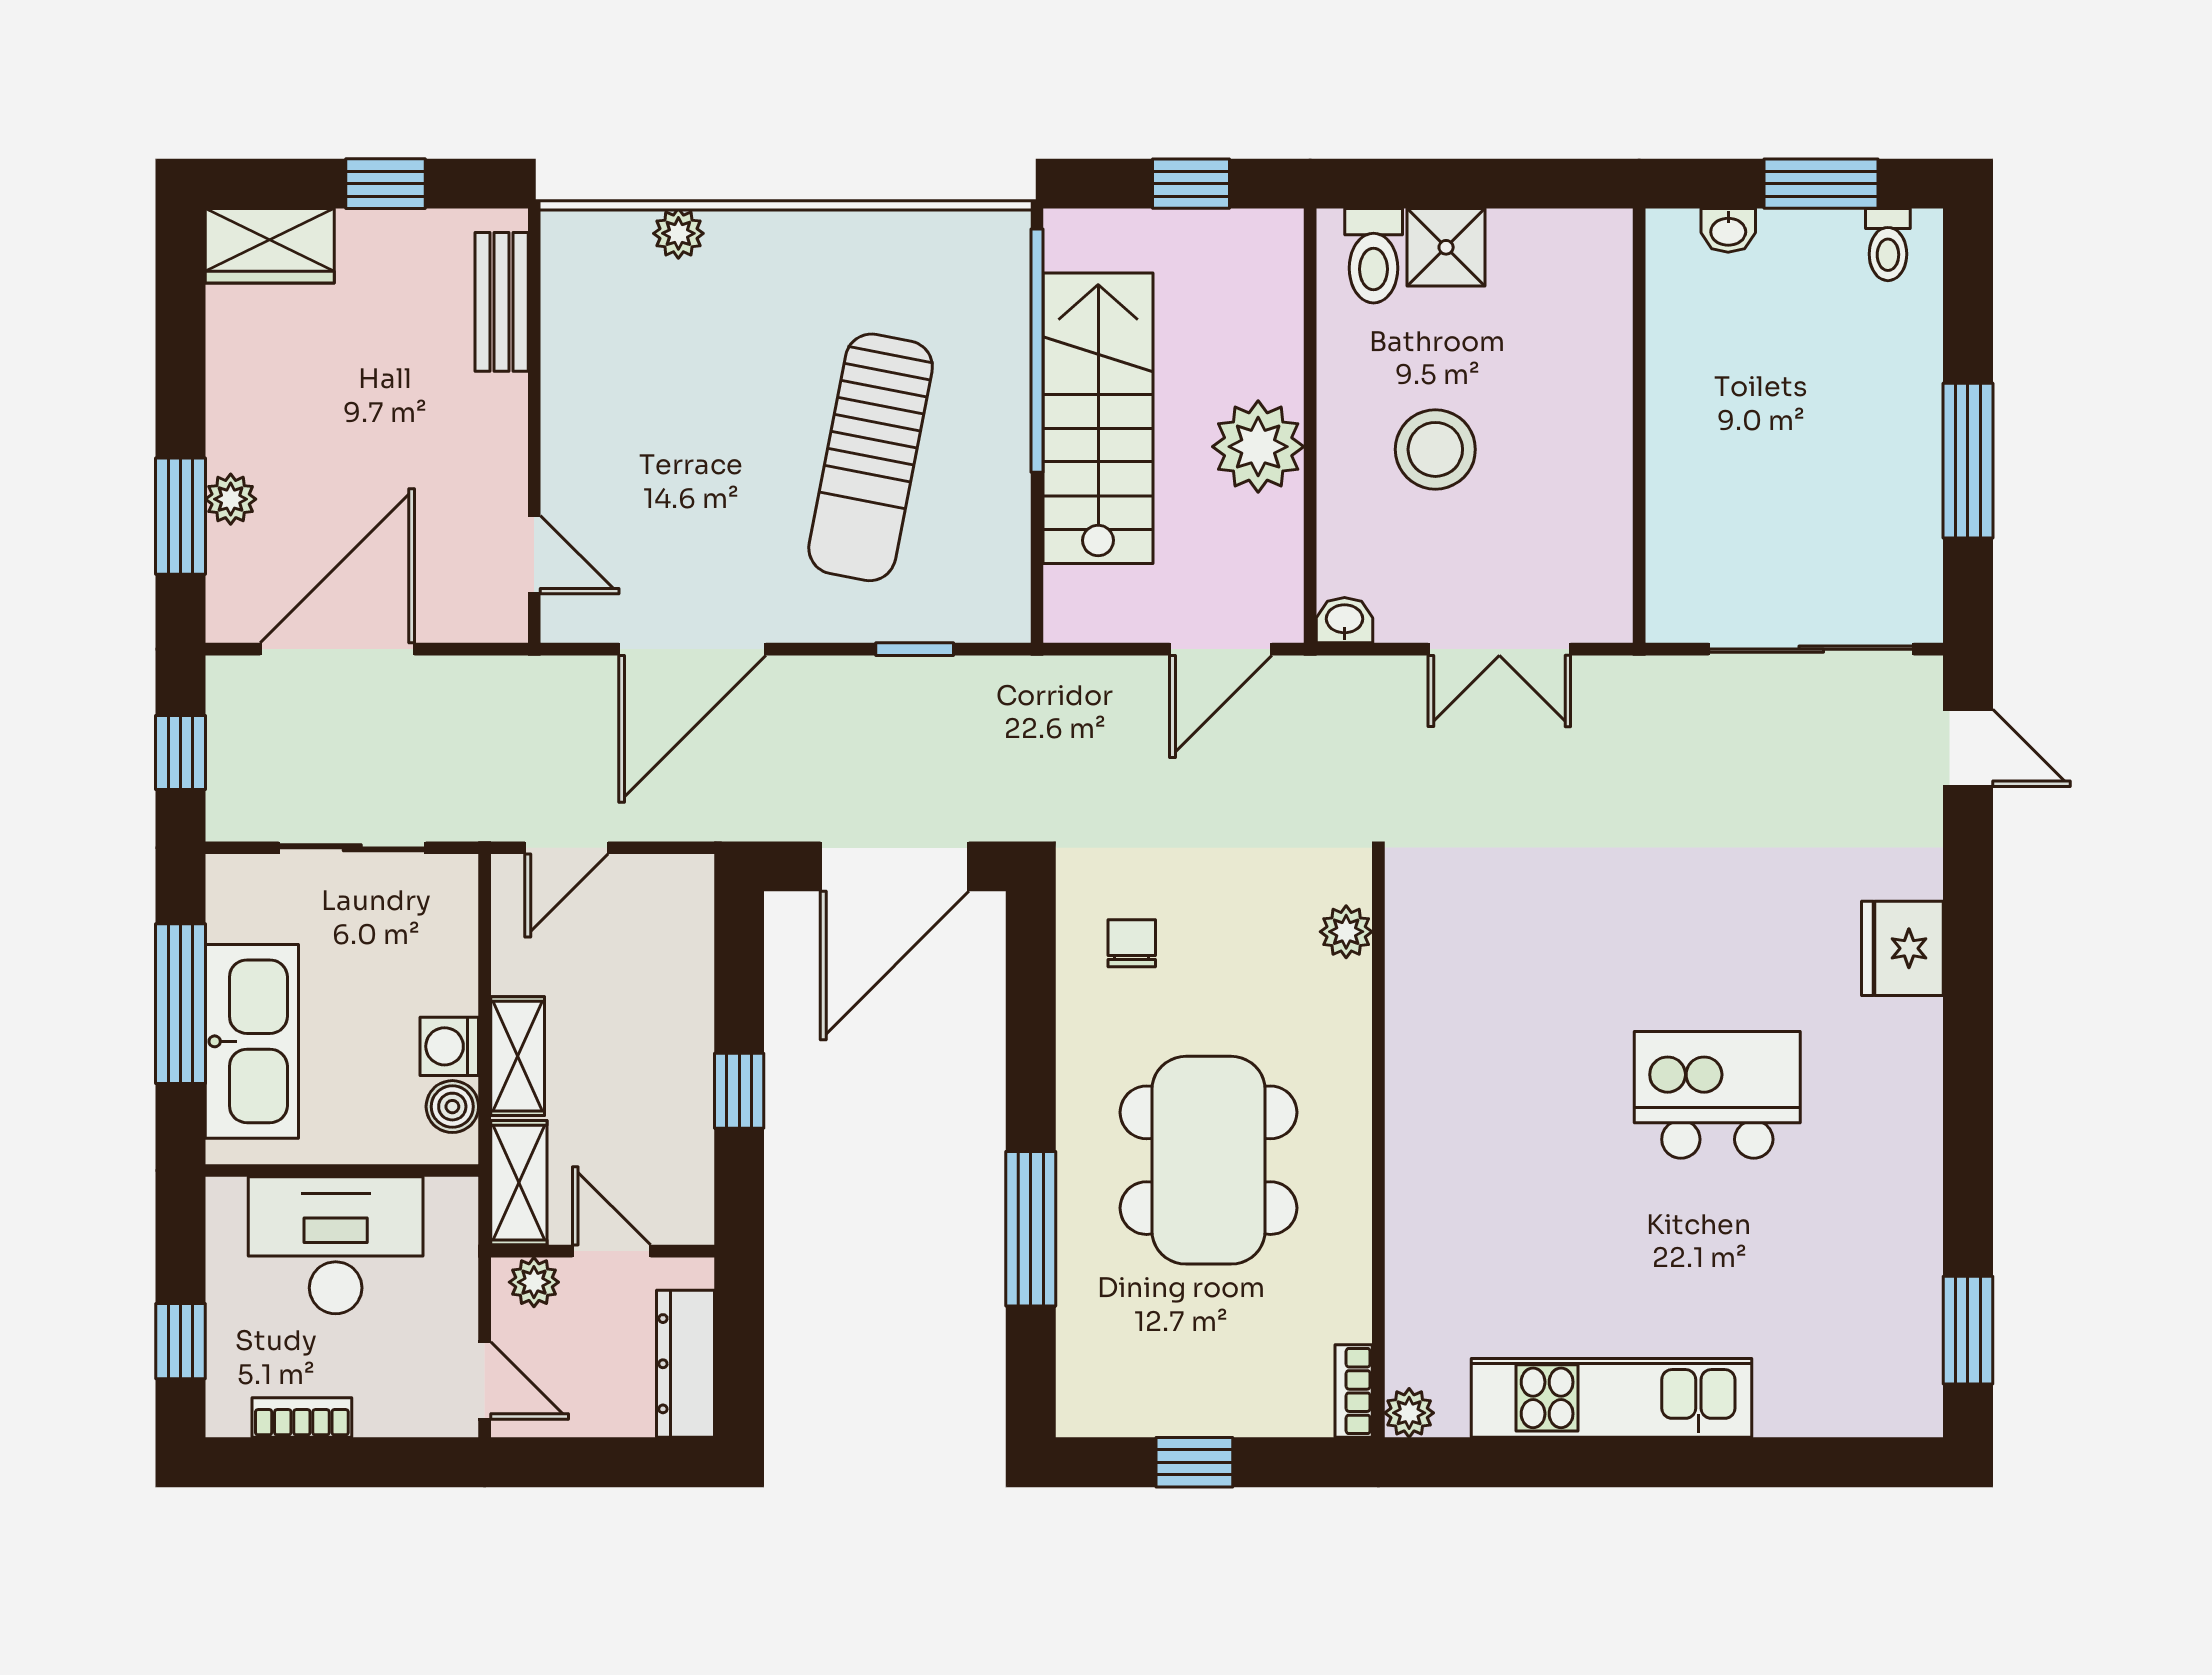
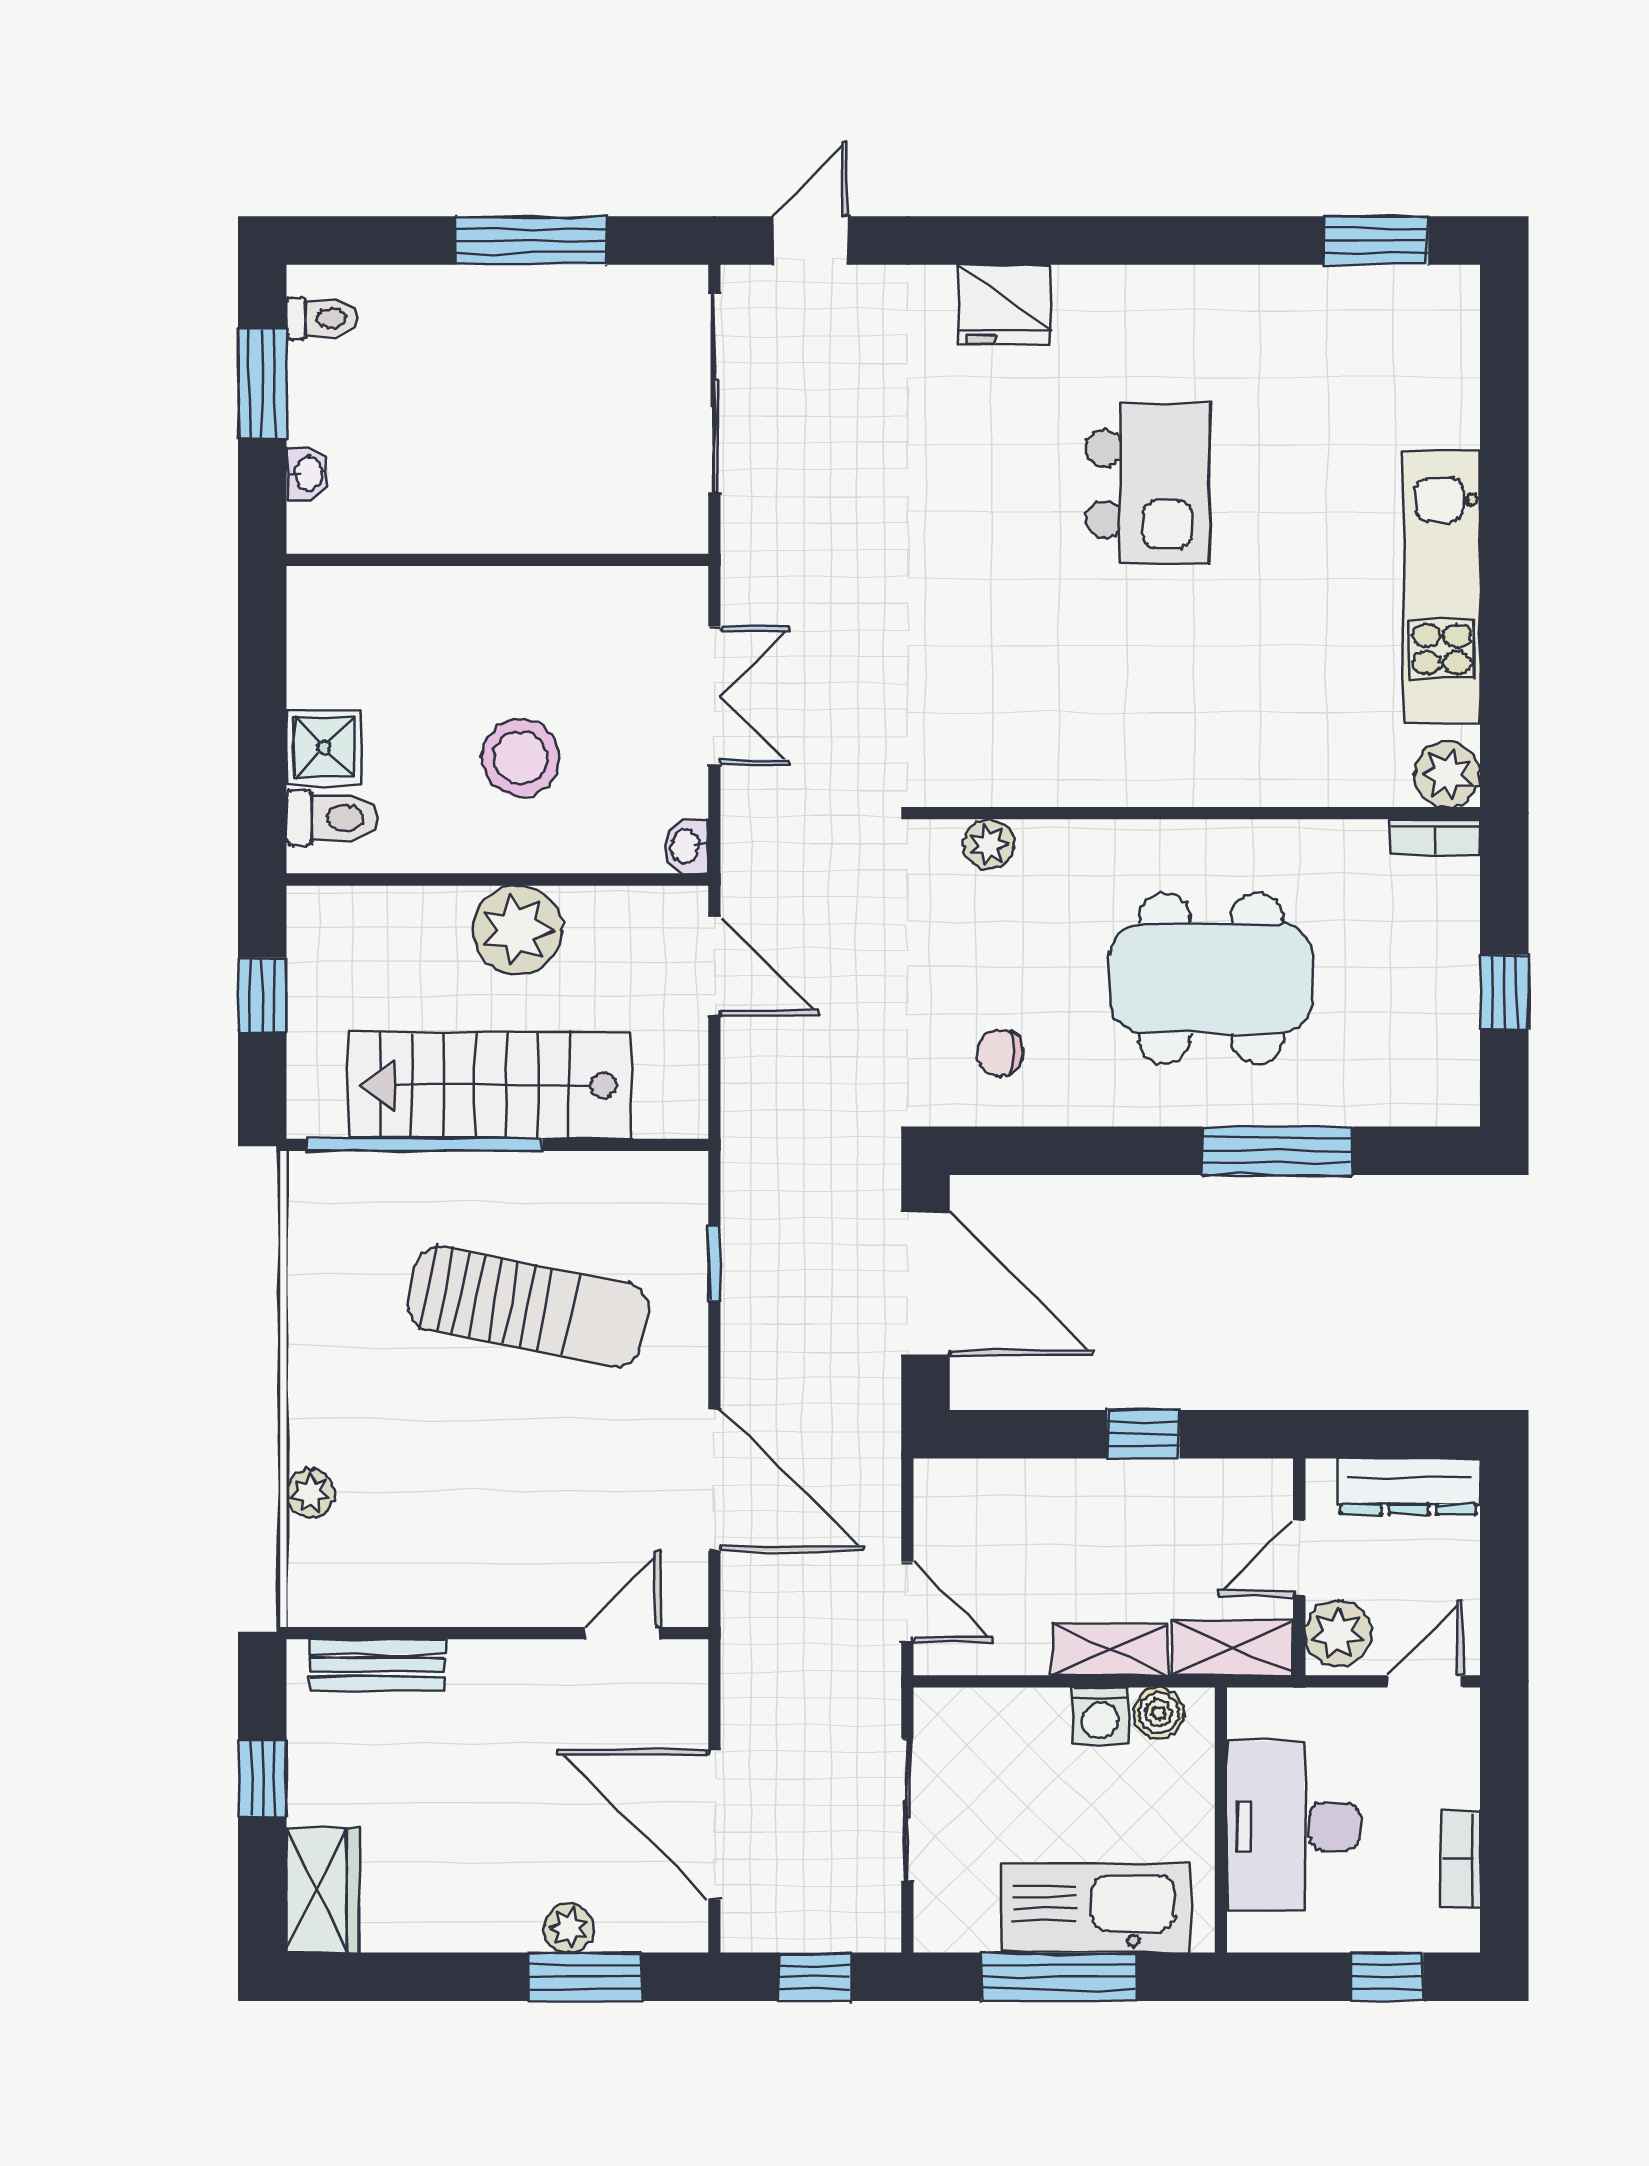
kitchen island: (1717, 1095) -> (1147, 484), turned 180
plant: (534, 1282) -> (1338, 1633), width x1.38, depth x1.38
plant: (1409, 1413) -> (1447, 774), width x1.38, depth x1.38

